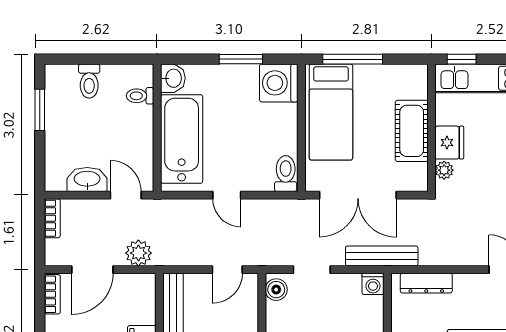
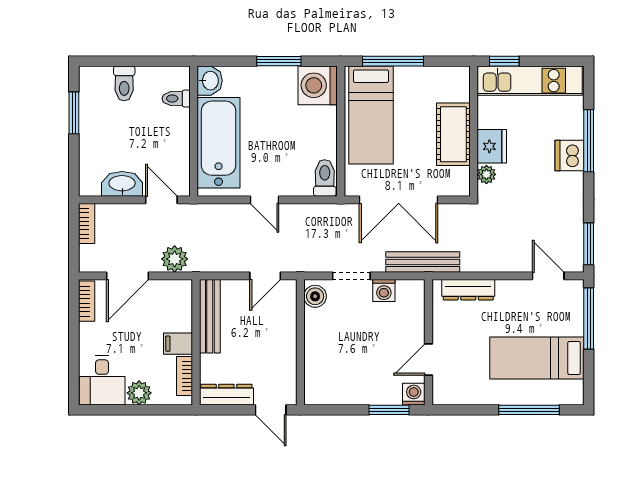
washing machine: (373, 284) -> (384, 290), moved

